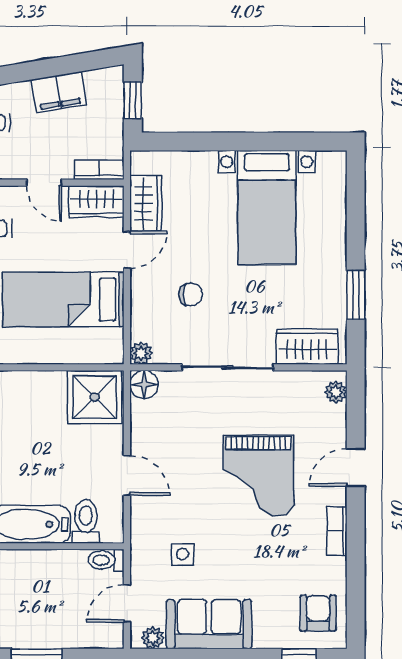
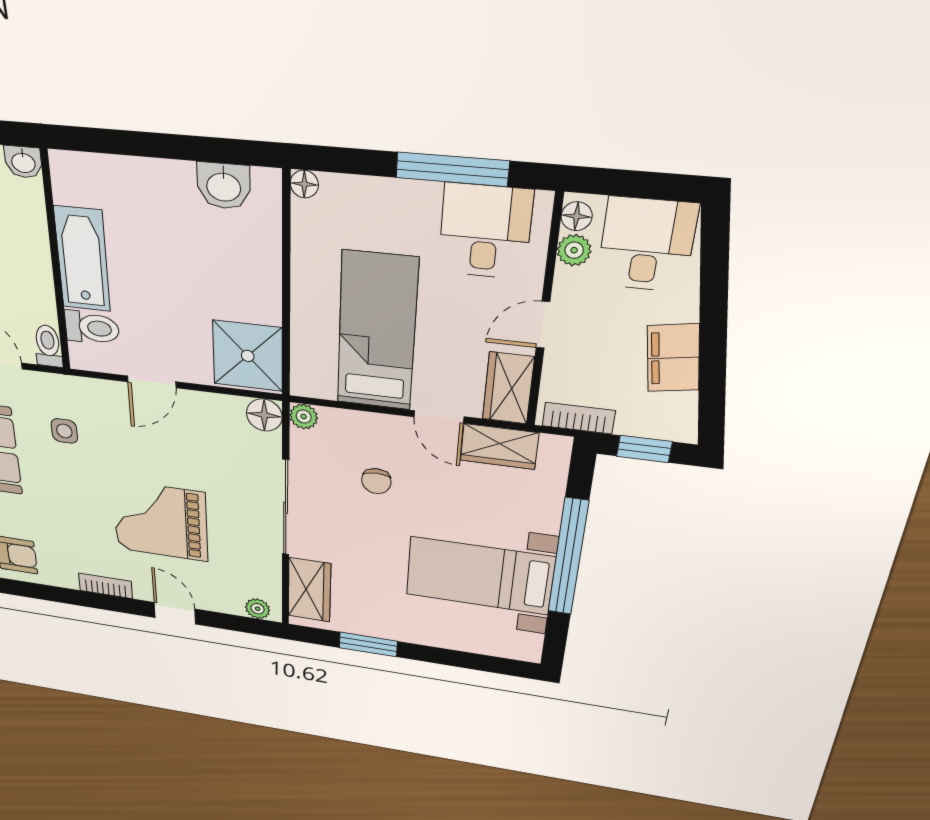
window: (237, 142) -> (568, 557), added
bookcase: (99, 170) -> (579, 418), moved, turned -90

